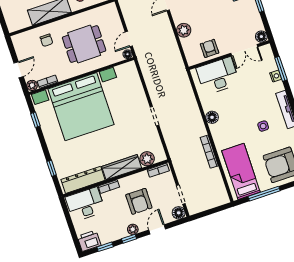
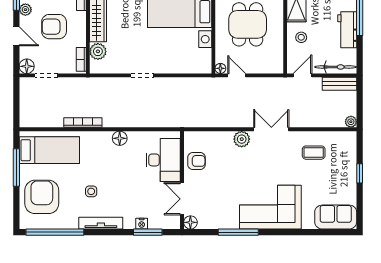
plant: (184, 30) -> (242, 139), moved

